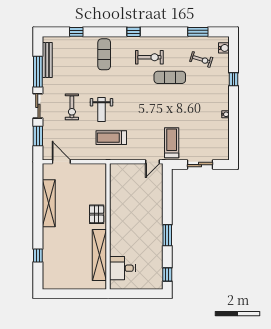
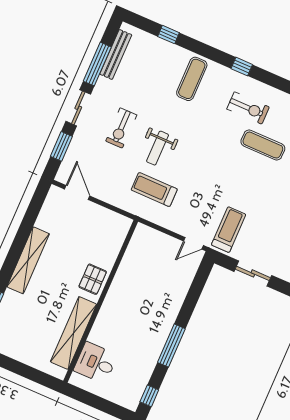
shelving: (49, 203) -> (28, 260), moved
window: (167, 235) -> (171, 346), width x1.44

